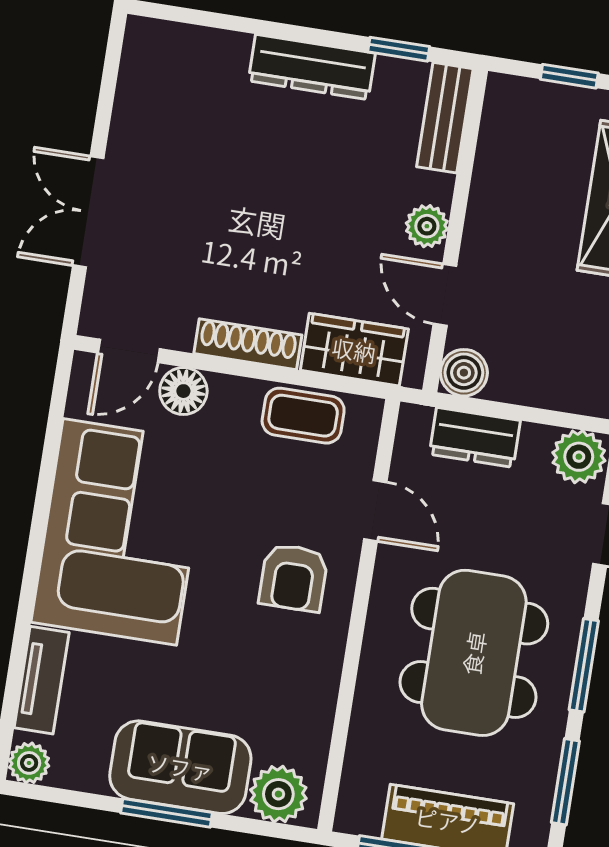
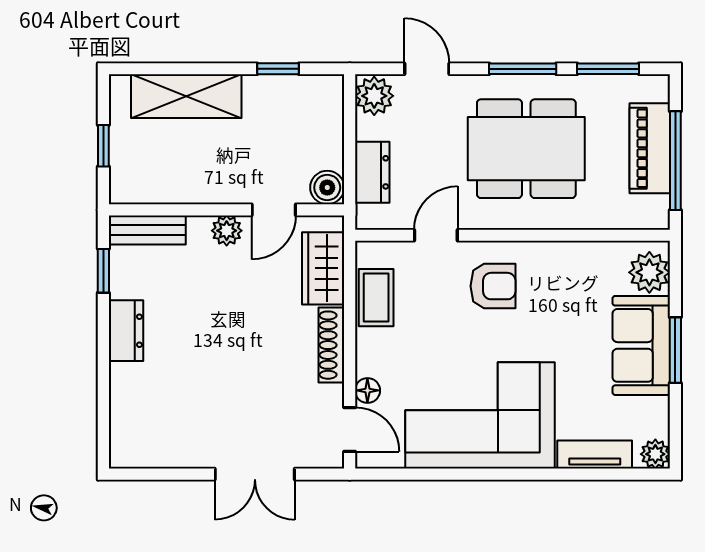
dresser: (312, 67) -> (126, 331), width x0.70
floor lamp: (183, 391) -> (367, 390), width x0.73, depth x0.73

